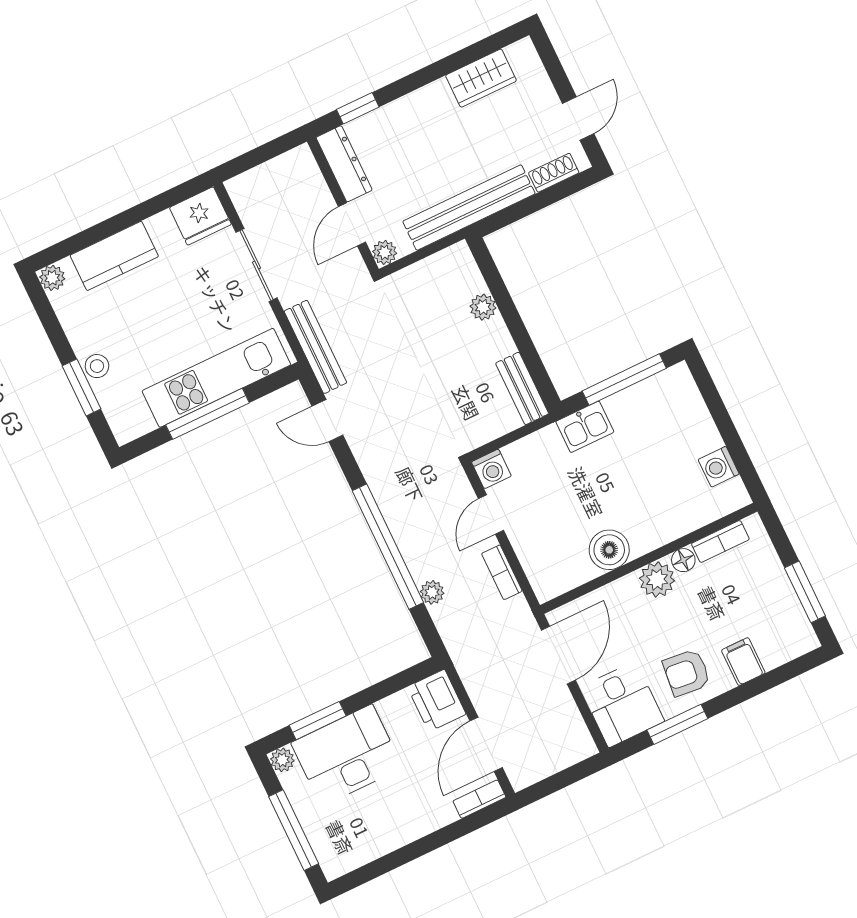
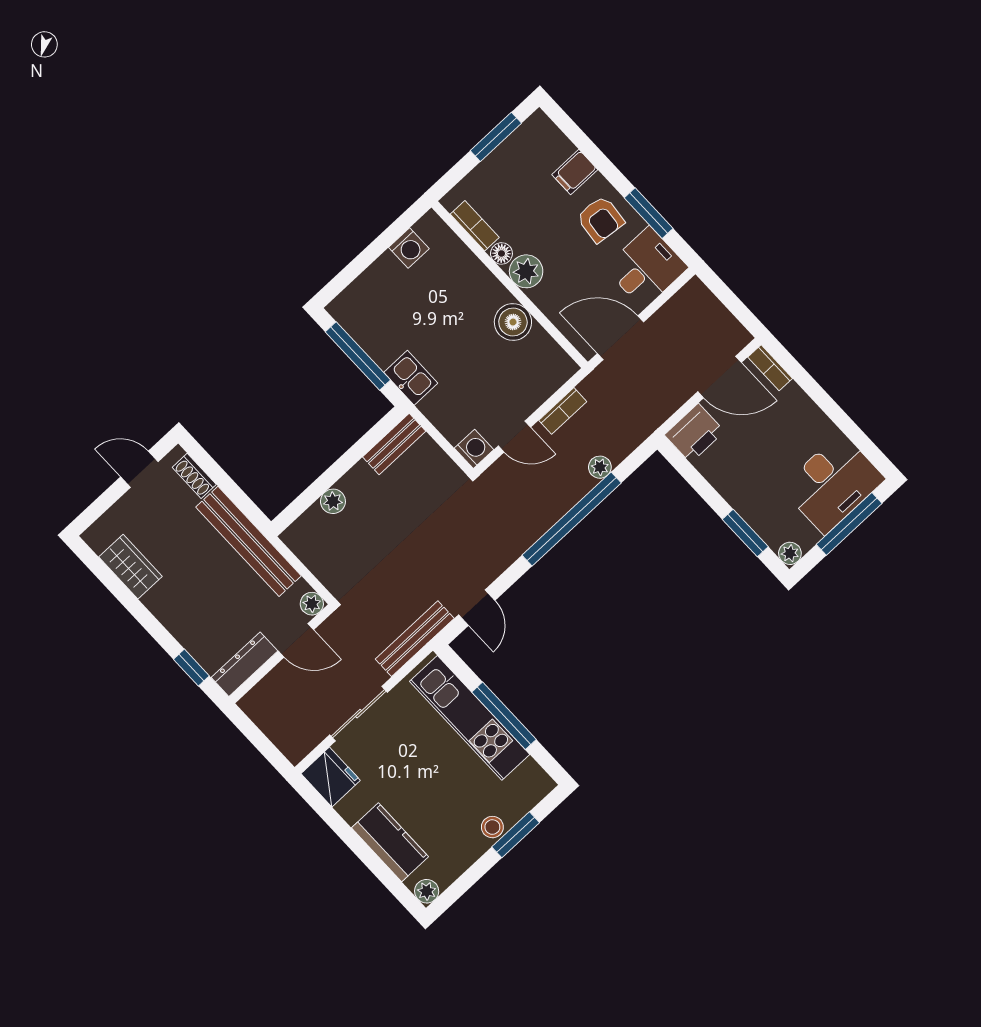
desk: (347, 755) -> (833, 483), moved, turned -90

